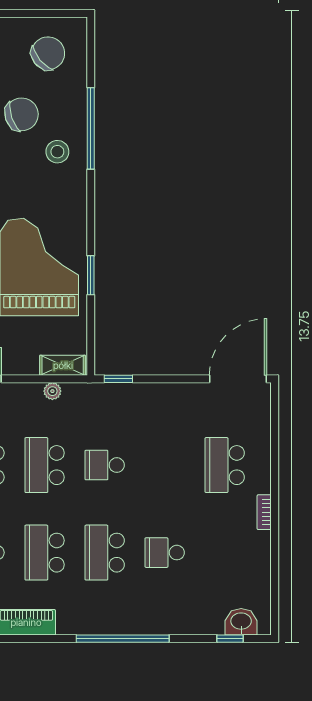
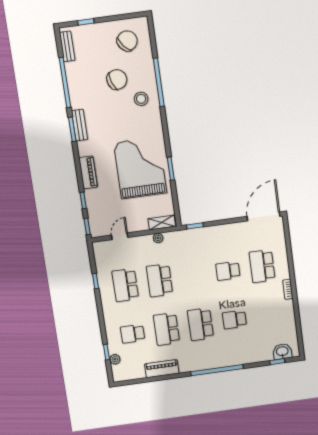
school desk: (105, 465) -> (228, 271), moved

